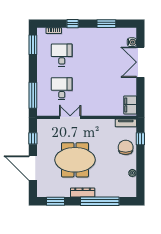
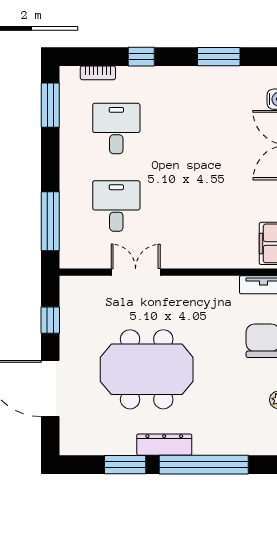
window: (55, 201) -> (125, 465), moved

